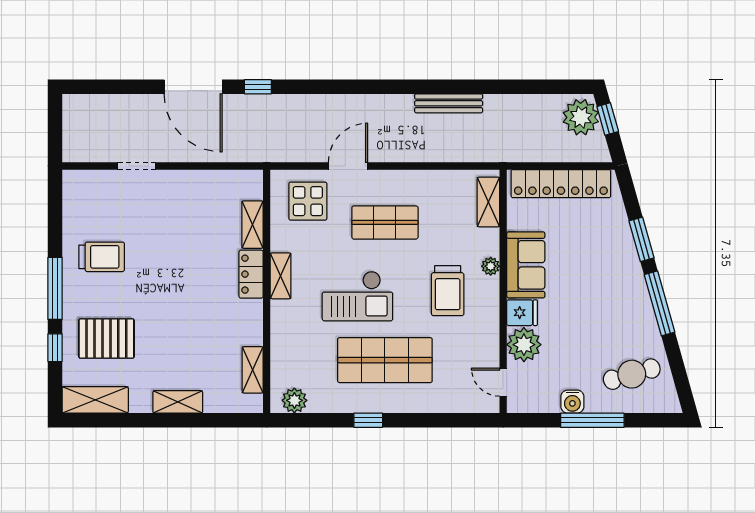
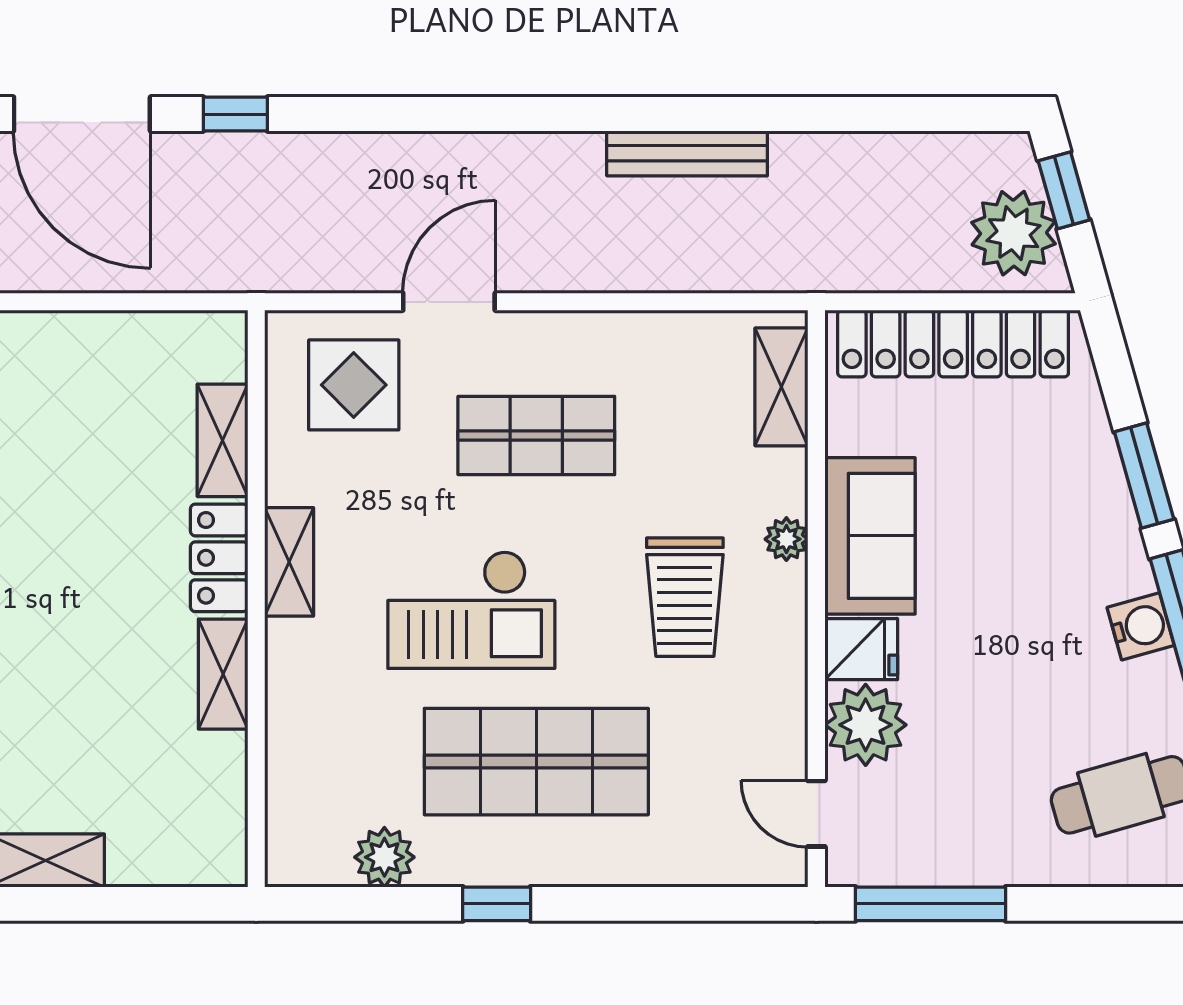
plant: (581, 117) -> (1014, 233), moved
shelving: (253, 370) -> (223, 674), moved
plant: (294, 400) -> (384, 857), moved
water cooler: (572, 402) -> (1141, 626), moved, turned -106
window: (592, 420) -> (931, 904), moved

